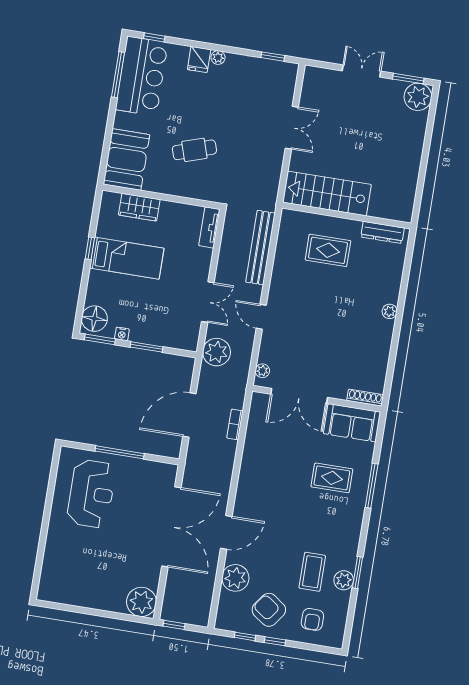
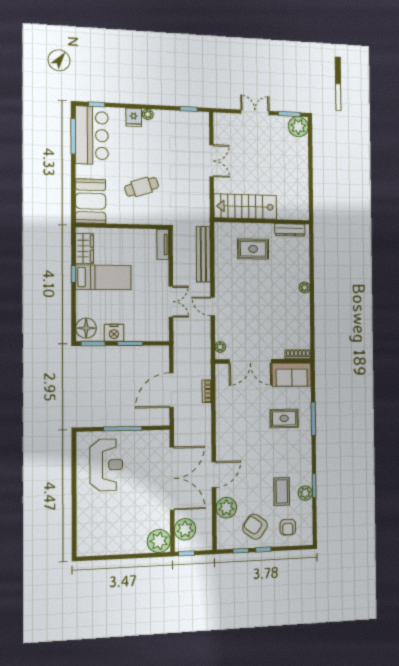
wardrobe: (139, 207) -> (84, 248), moved, turned -90
nightstand: (122, 334) -> (114, 333), width x1.89, depth x1.79
plant: (216, 352) -> (185, 529), moved

